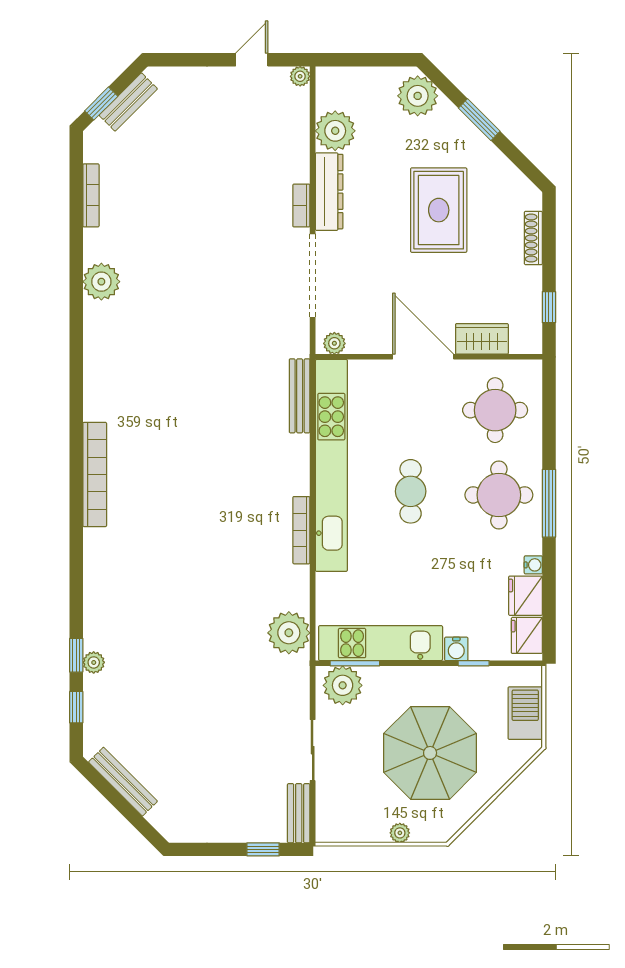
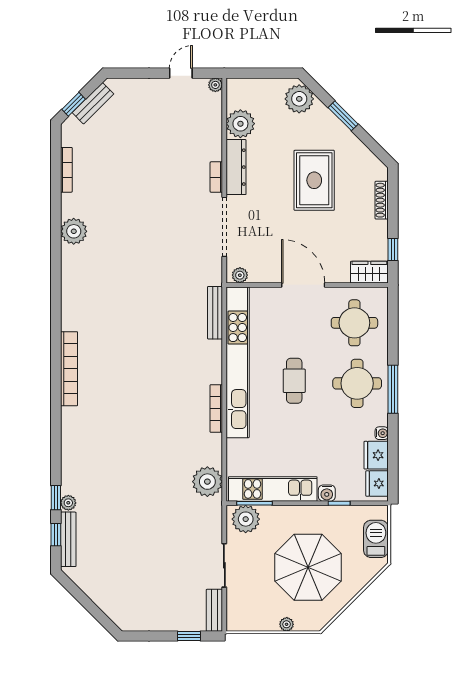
wardrobe: (482, 339) -> (369, 272), moved
bench: (123, 782) -> (68, 539), moved, turned 45

